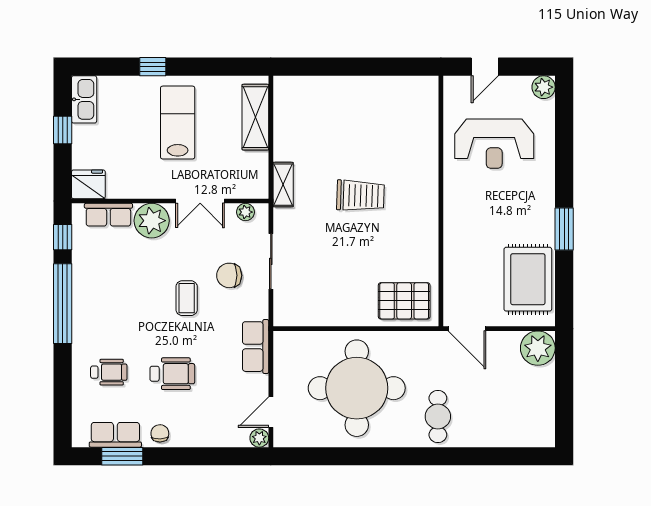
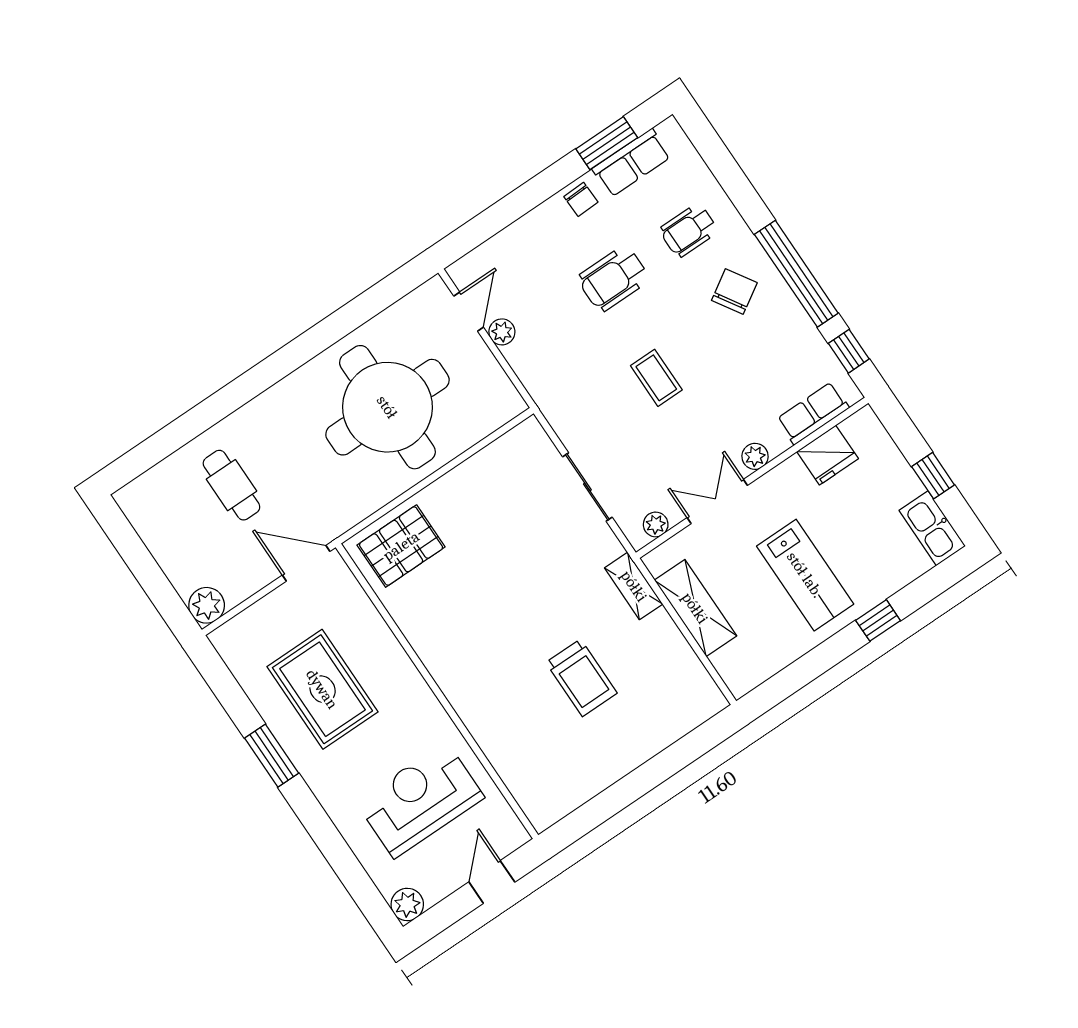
shelving: (255, 117) -> (695, 608), moved
fridge: (88, 184) -> (828, 455), moved
trolley: (360, 196) -> (581, 678), moved, turned -92
plant: (152, 221) -> (755, 456), width x0.53, depth x0.53
chair: (229, 275) -> (734, 292), moved, turned -32
rug: (528, 279) -> (322, 689), moved
row of seats: (256, 347) -> (538, 376), removed
plant: (538, 348) -> (207, 605), width x0.73, depth x0.73
cafe table: (438, 416) -> (231, 485), moved
plant: (259, 438) -> (502, 332), moved

